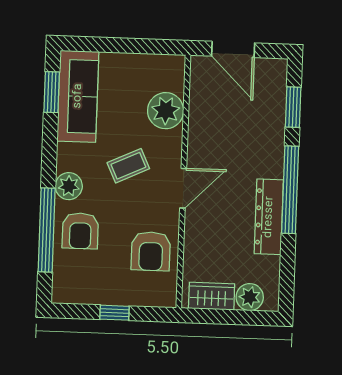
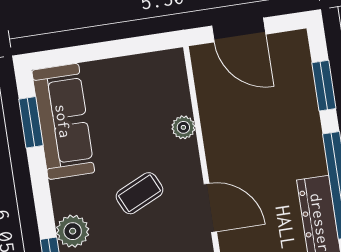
plant: (166, 111) -> (183, 127), width x0.53, depth x0.53
door: (183, 188) -> (210, 208), hinge flipped

